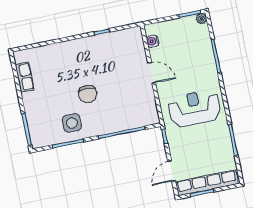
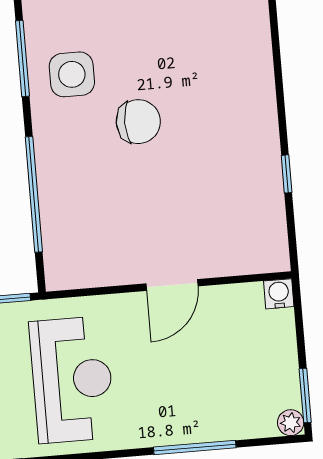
water cooler: (153, 41) -> (279, 294), moved
chair: (88, 94) -> (138, 122), turned 180

